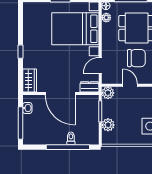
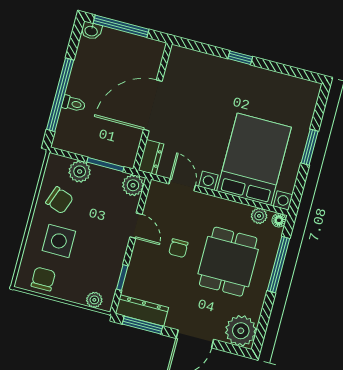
chair: (136, 58) -> (178, 248), width x0.54, depth x0.54
wardrobe: (30, 81) -> (188, 60), removed
door: (130, 85) -> (136, 226), hinge flipped
washbasin: (27, 108) -> (91, 31), moved
chair: (127, 132) -> (59, 200), added

